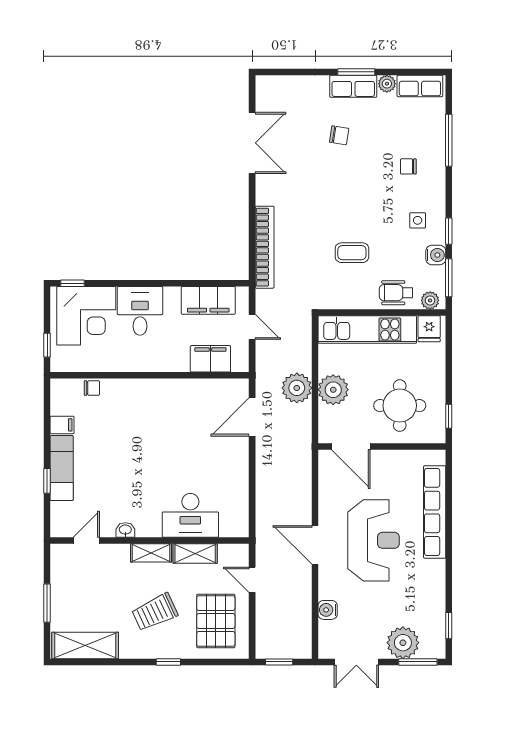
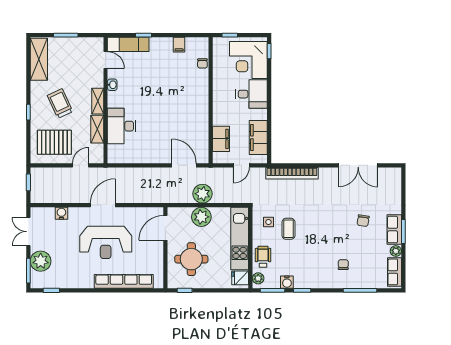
side table: (418, 220) -> (268, 222), moved
exam couch: (62, 468) -> (128, 44), moved

